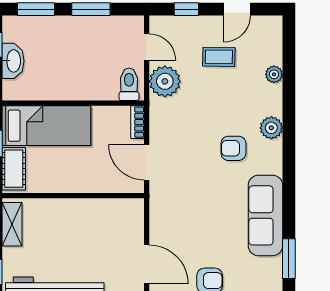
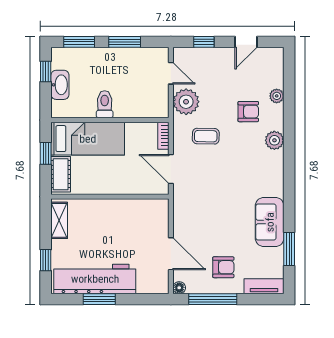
coffee table: (219, 57) -> (206, 136), moved
toilet: (129, 84) -> (105, 104), moved
armchair: (233, 148) -> (248, 112), moved, turned 180
sofa: (265, 215) -> (270, 222), width x0.73

